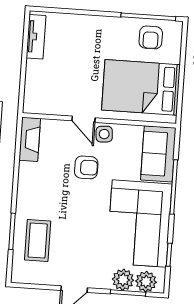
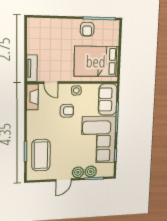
tv unit: (36, 37) -> (32, 68), moved
armchair: (151, 37) -> (87, 29), moved
door: (84, 119) -> (51, 83), moved
coffee table: (38, 240) -> (41, 155), width x1.36, depth x1.32
plant: (146, 282) -> (78, 172), moved

